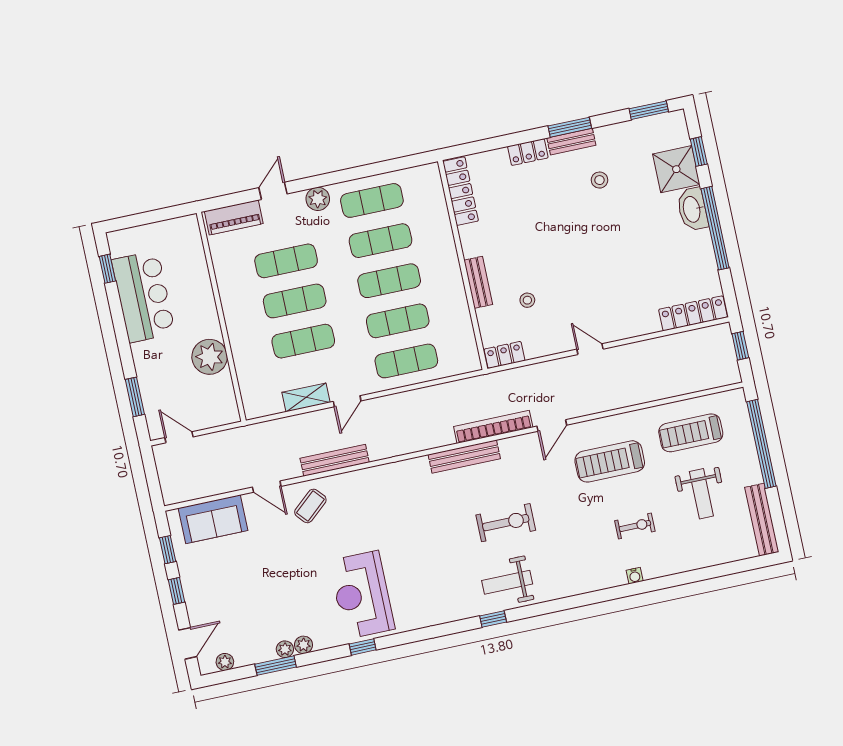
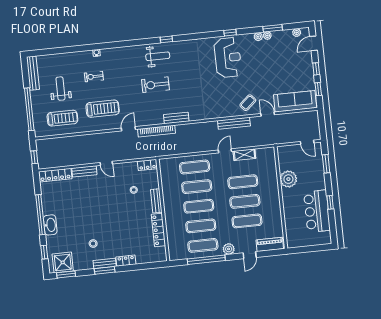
shower: (676, 169) -> (63, 262), moved
window: (362, 172) -> (206, 260), added
locker: (461, 191) -> (158, 230), moved
window: (107, 269) -> (330, 202), moved
bench: (634, 328) -> (84, 171), added
bench: (464, 457) -> (176, 118), width x0.73
sofa: (213, 519) -> (295, 101), width x1.36

